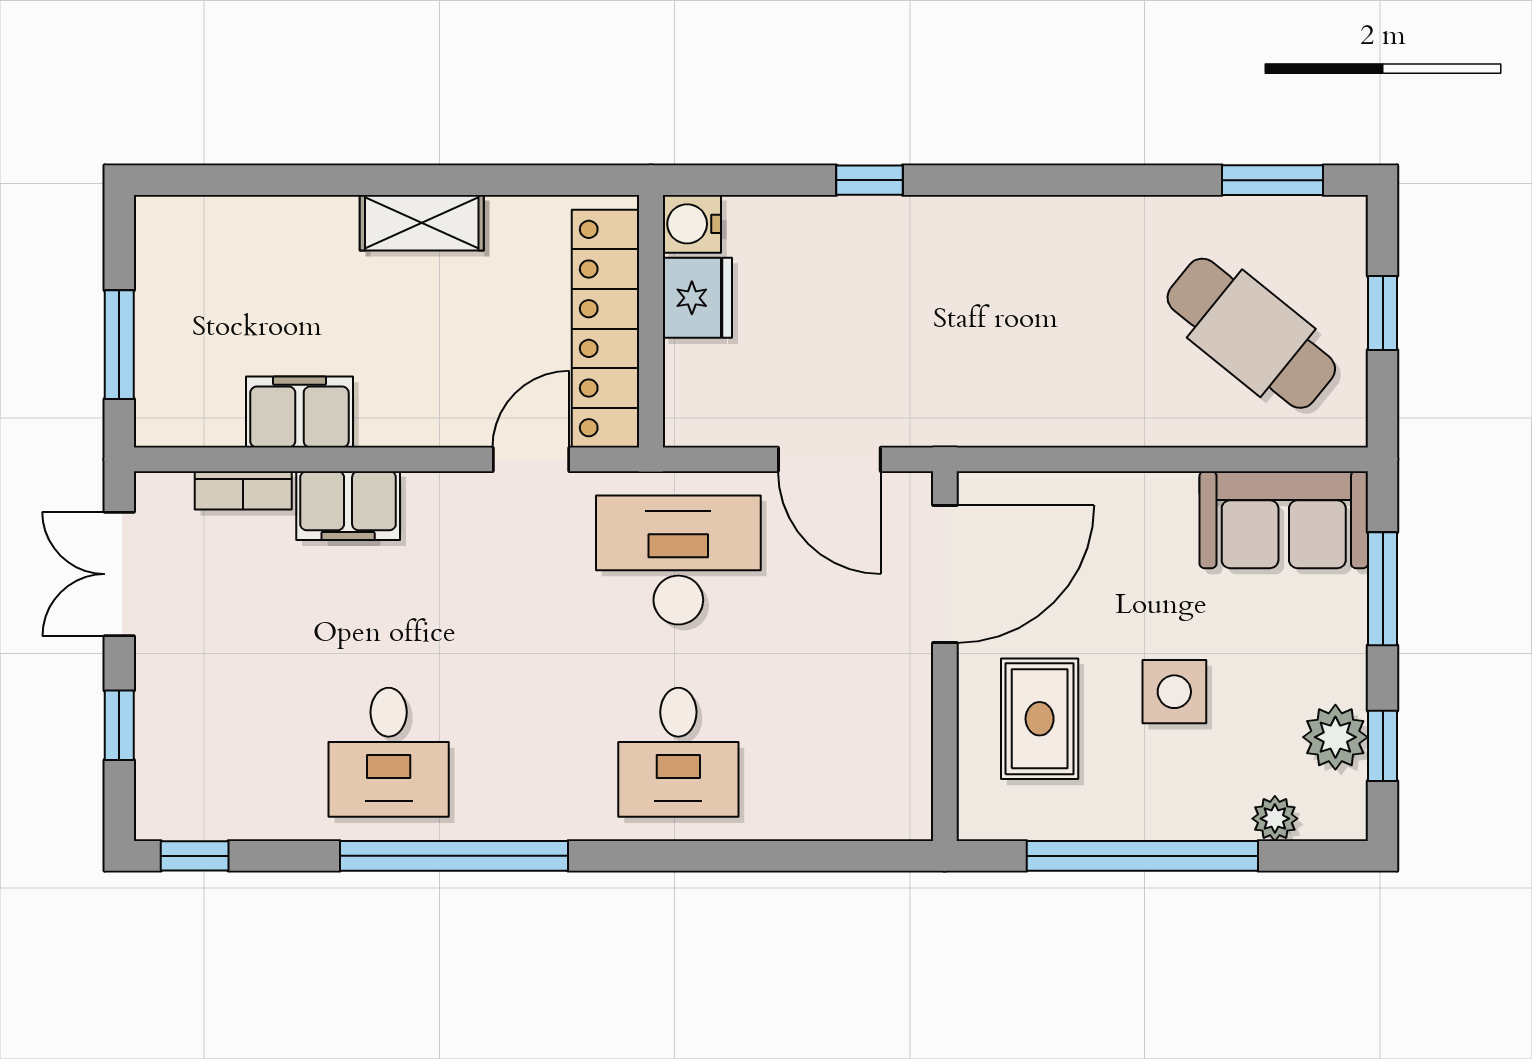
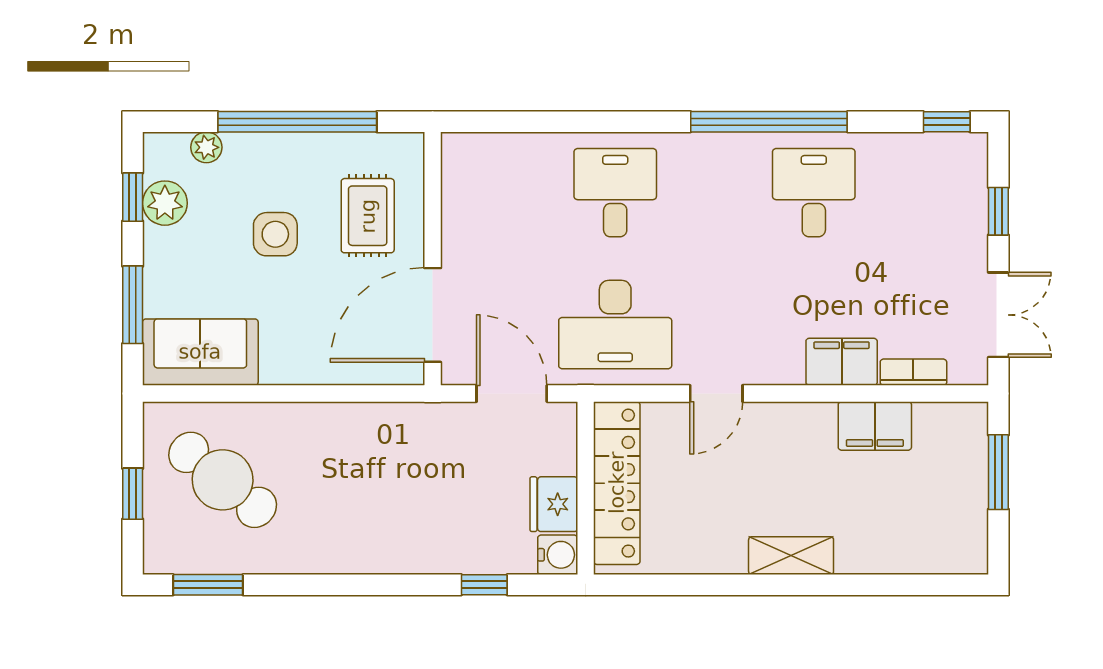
water cooler: (692, 224) -> (558, 555), moved
fridge: (697, 298) -> (554, 504), moved
wall: (651, 321) -> (586, 488), moved
locker: (606, 329) -> (617, 483), moved

